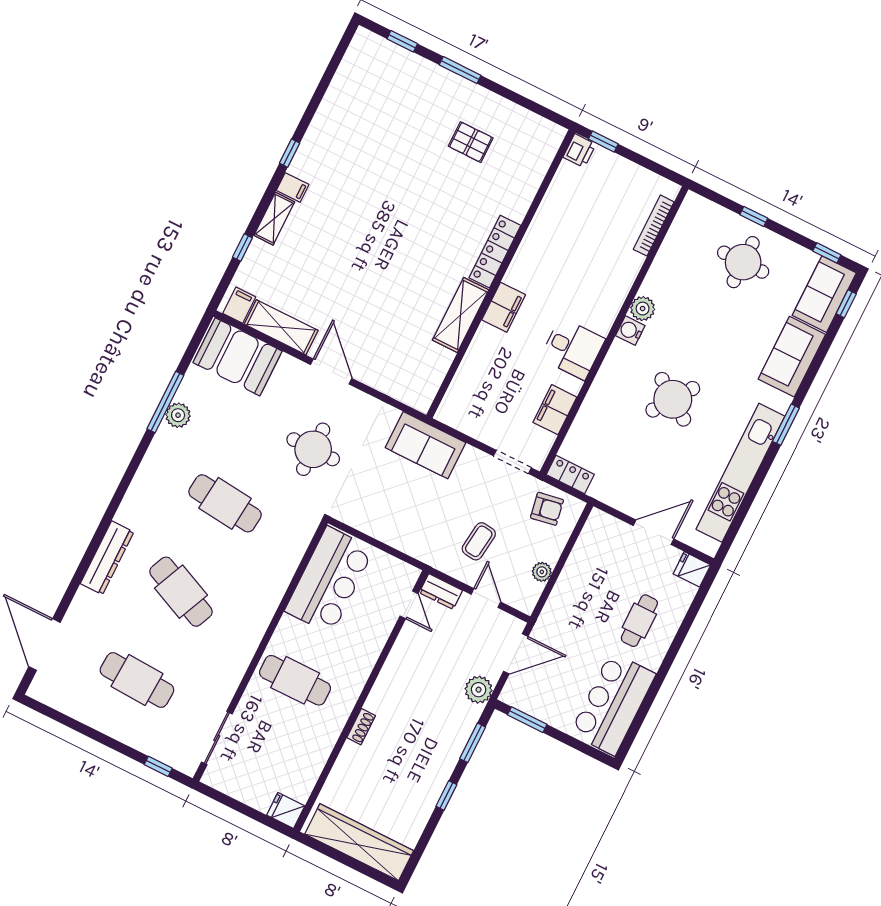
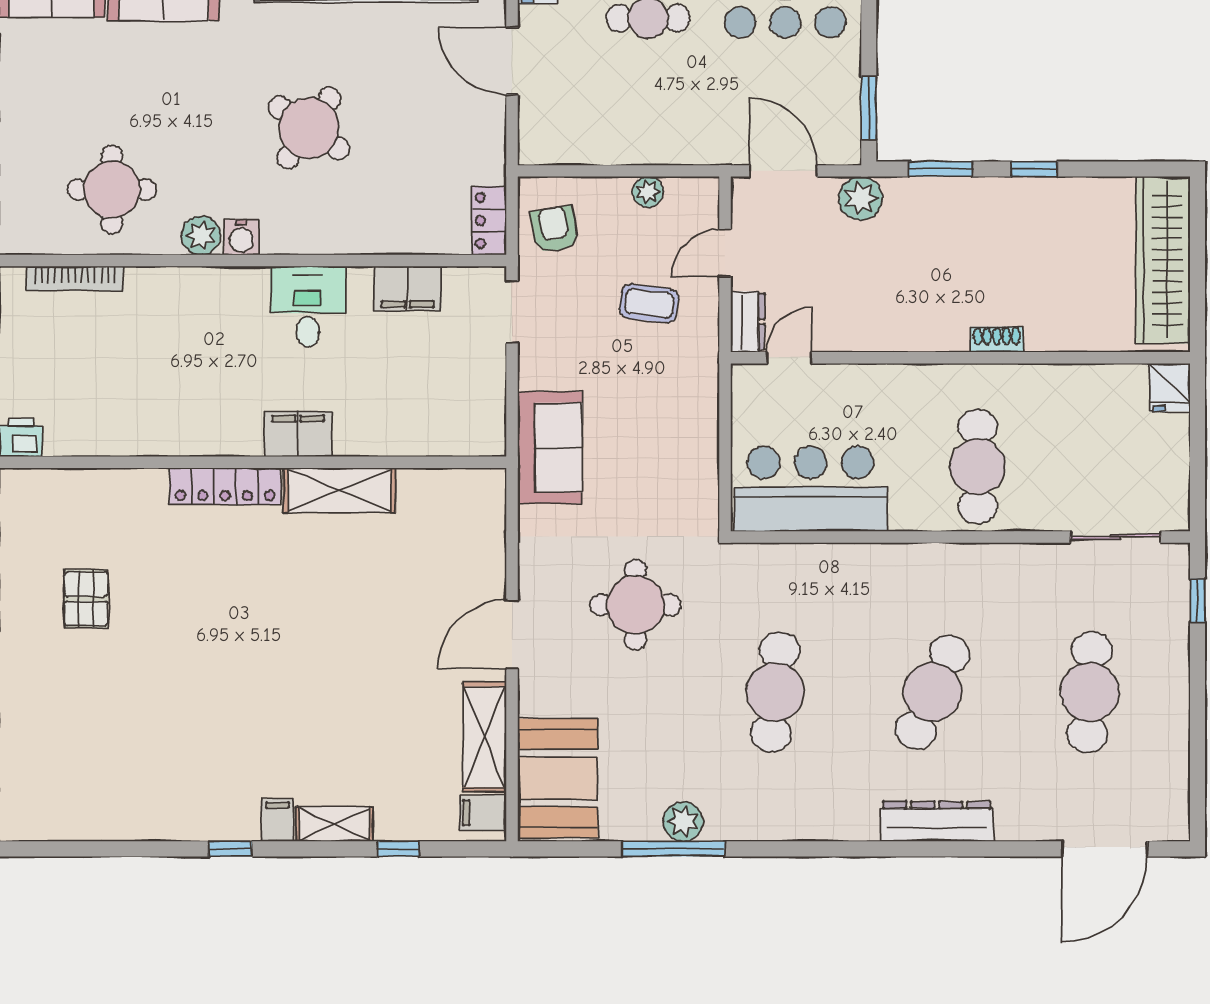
round table: (743, 262) -> (112, 190), moved

